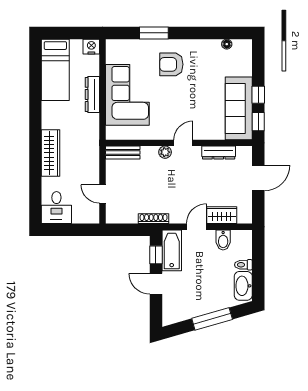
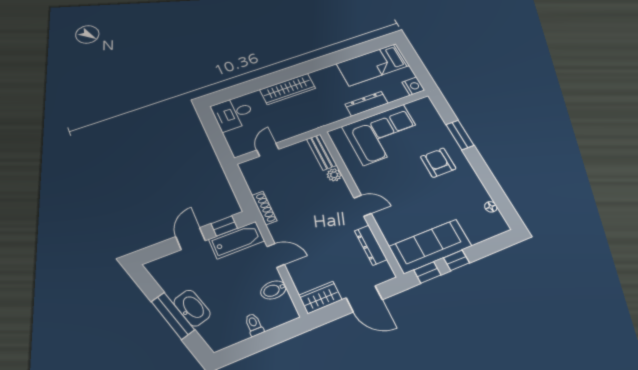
plant: (165, 152) -> (334, 175), moved
wardrobe: (222, 215) -> (320, 297), moved, turned -90
washbasin: (243, 286) -> (192, 308), moved, turned 74

